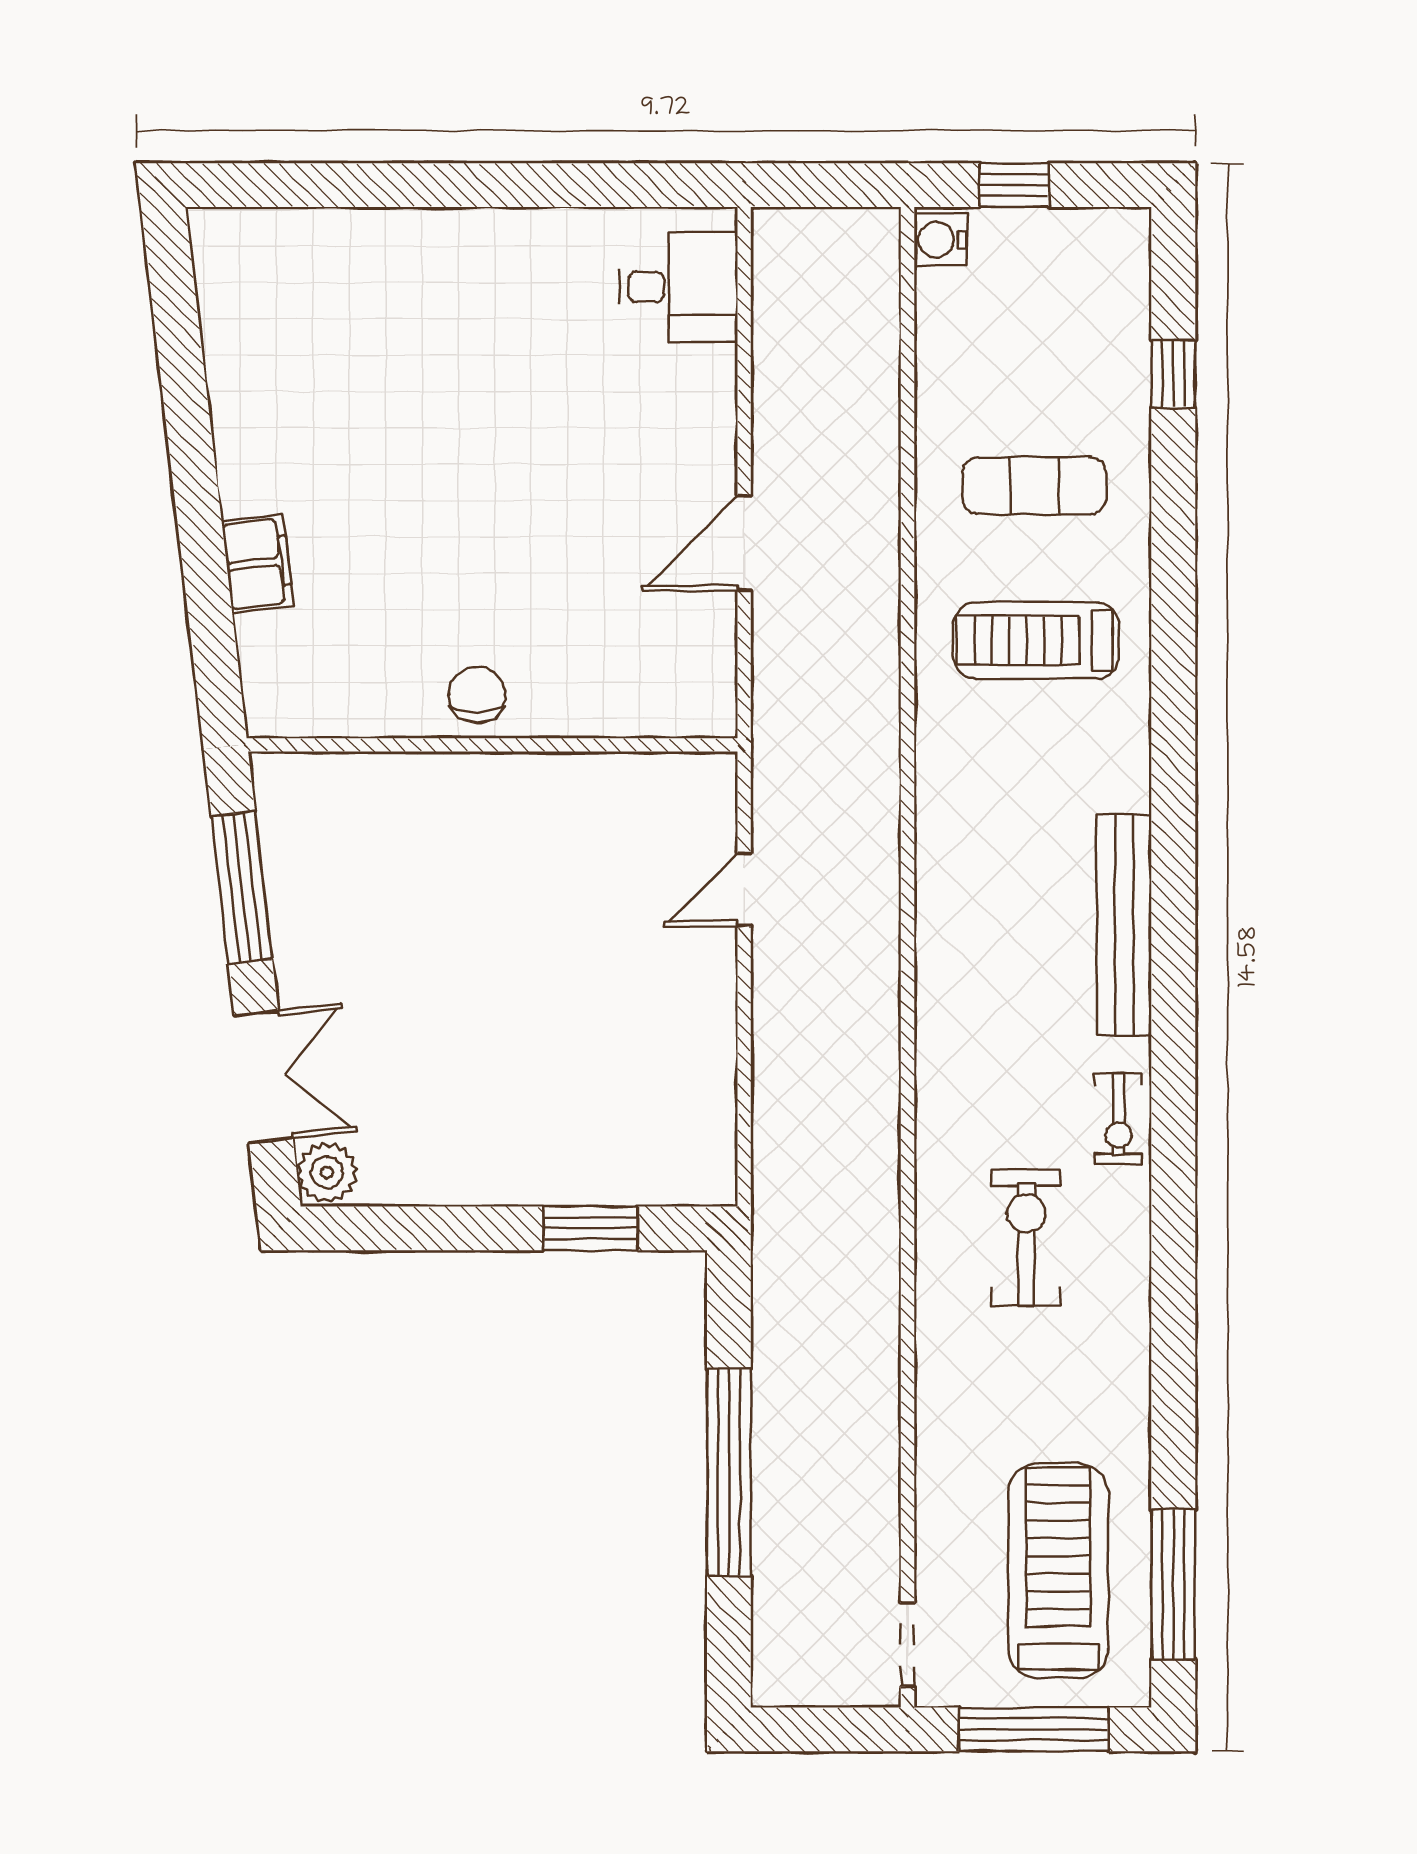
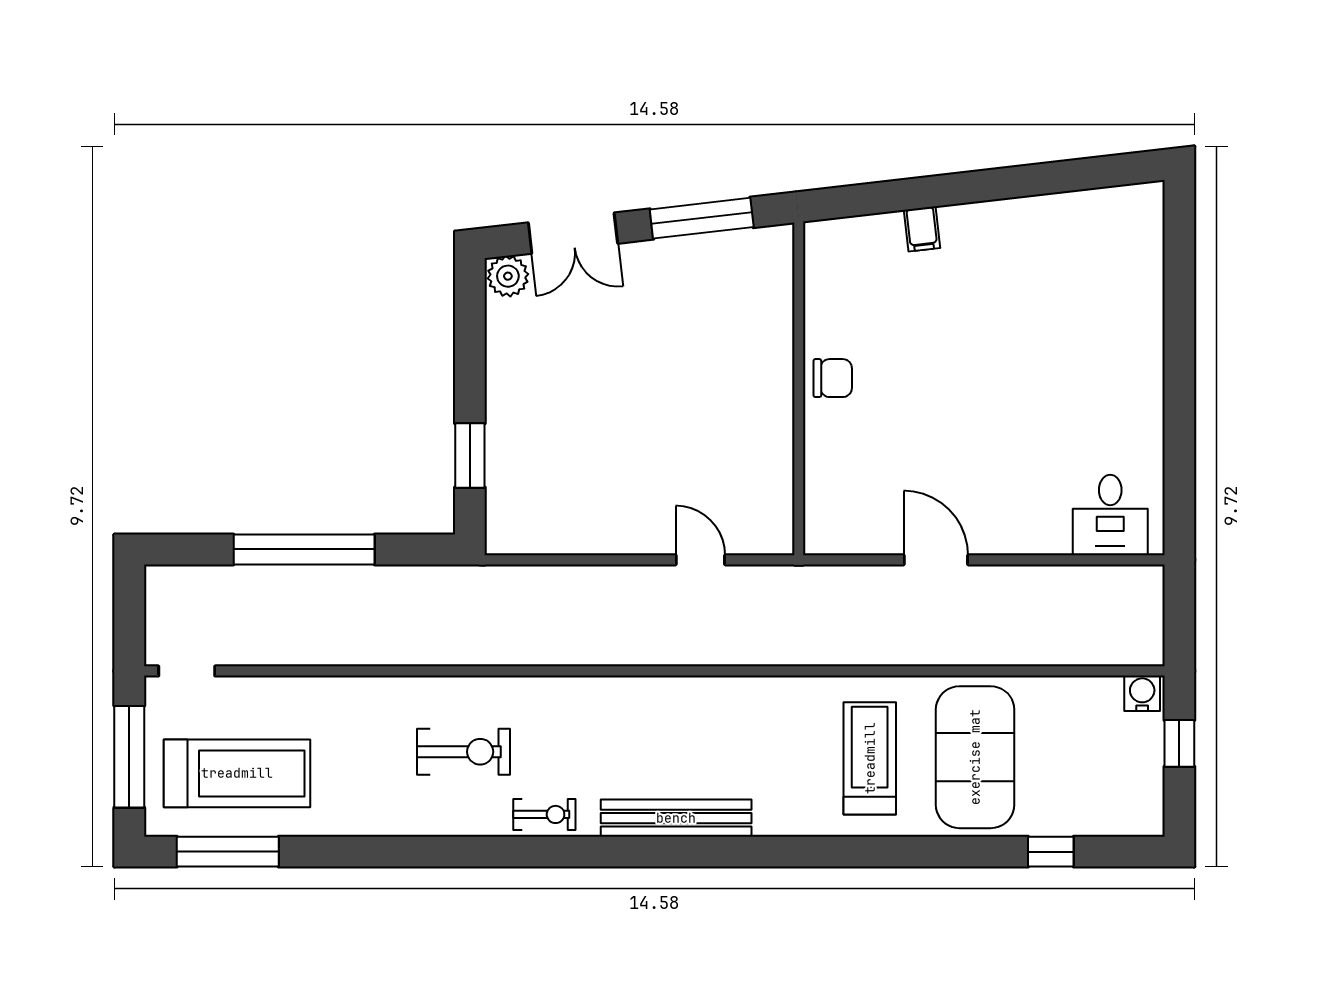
exercise mat: (1034, 486) -> (975, 757), width x2.00, depth x1.45
filing cabinet: (257, 564) -> (922, 229), width x0.50
exercise bike: (1119, 1119) -> (544, 814), turned 180

